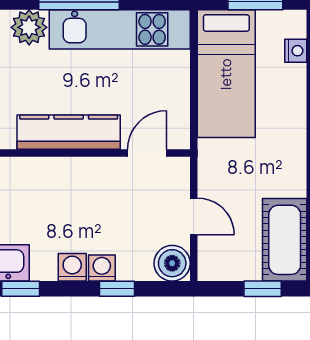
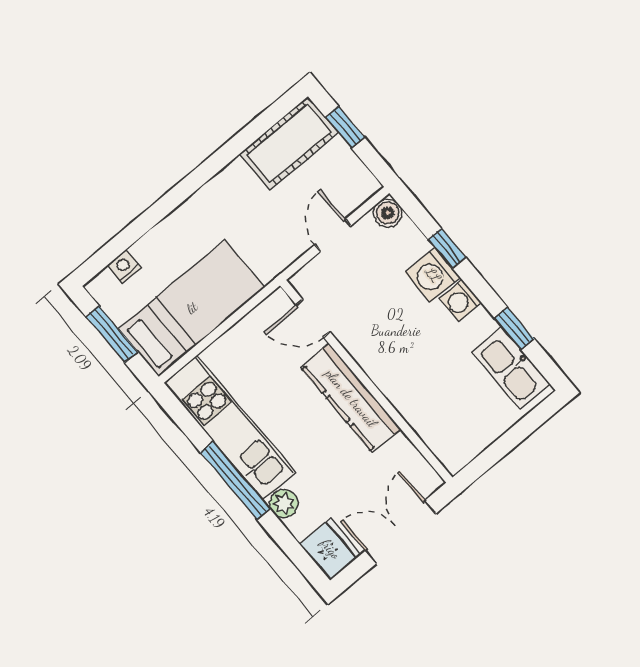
plant: (29, 27) -> (284, 504), width x0.73, depth x0.73
boiler: (172, 263) -> (388, 213), width x0.73, depth x0.73
washing machine: (102, 268) -> (433, 275), width x1.38, depth x1.38

